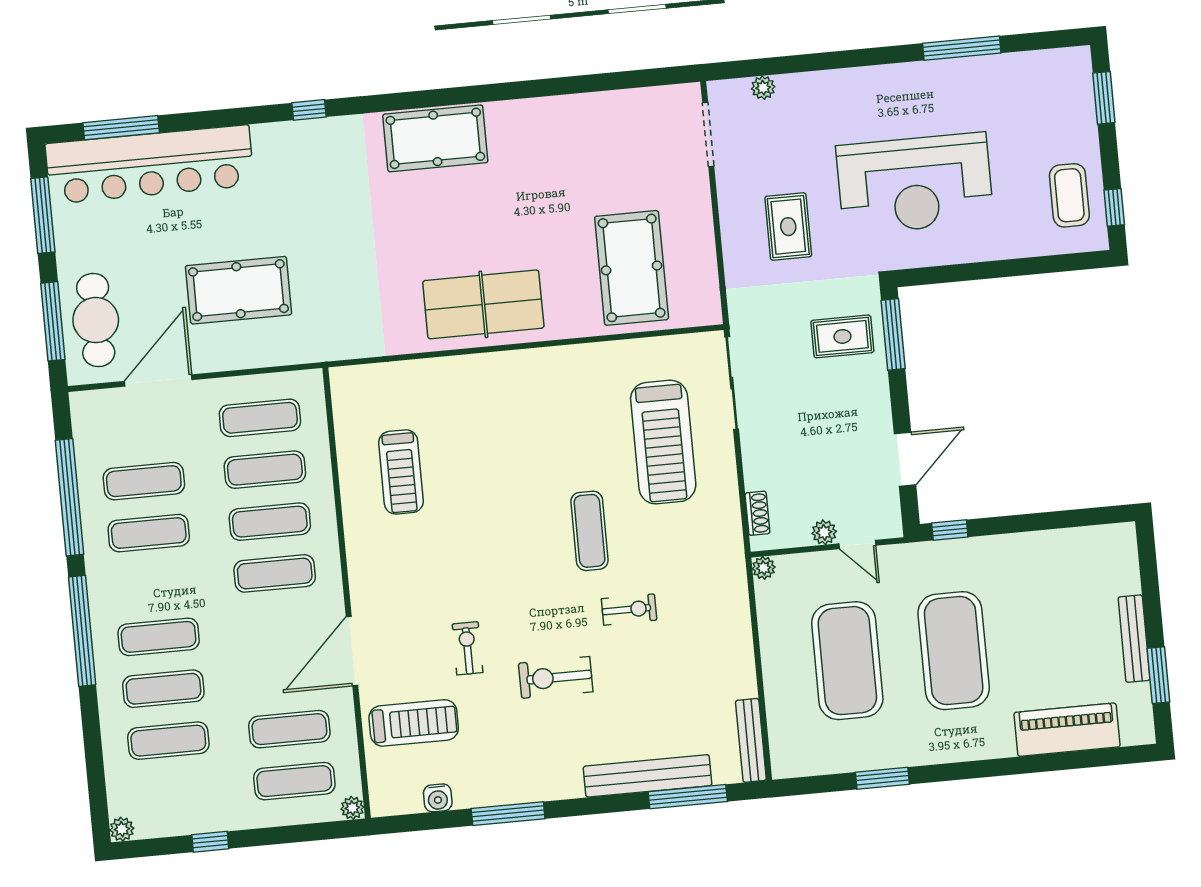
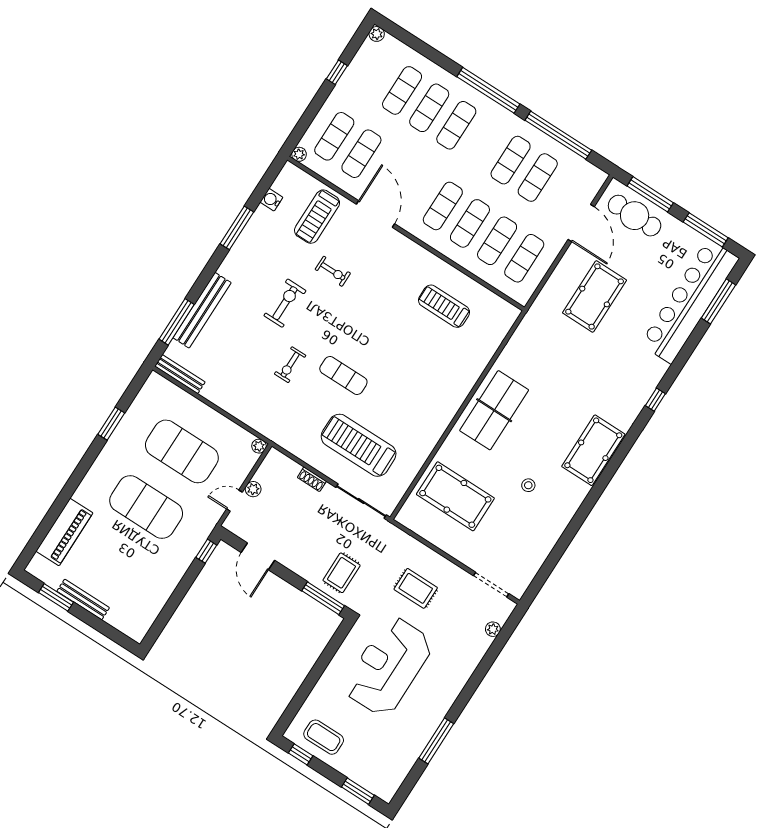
stool: (545, 186) -> (528, 485), added
shoe rack: (757, 513) -> (312, 479), moved

